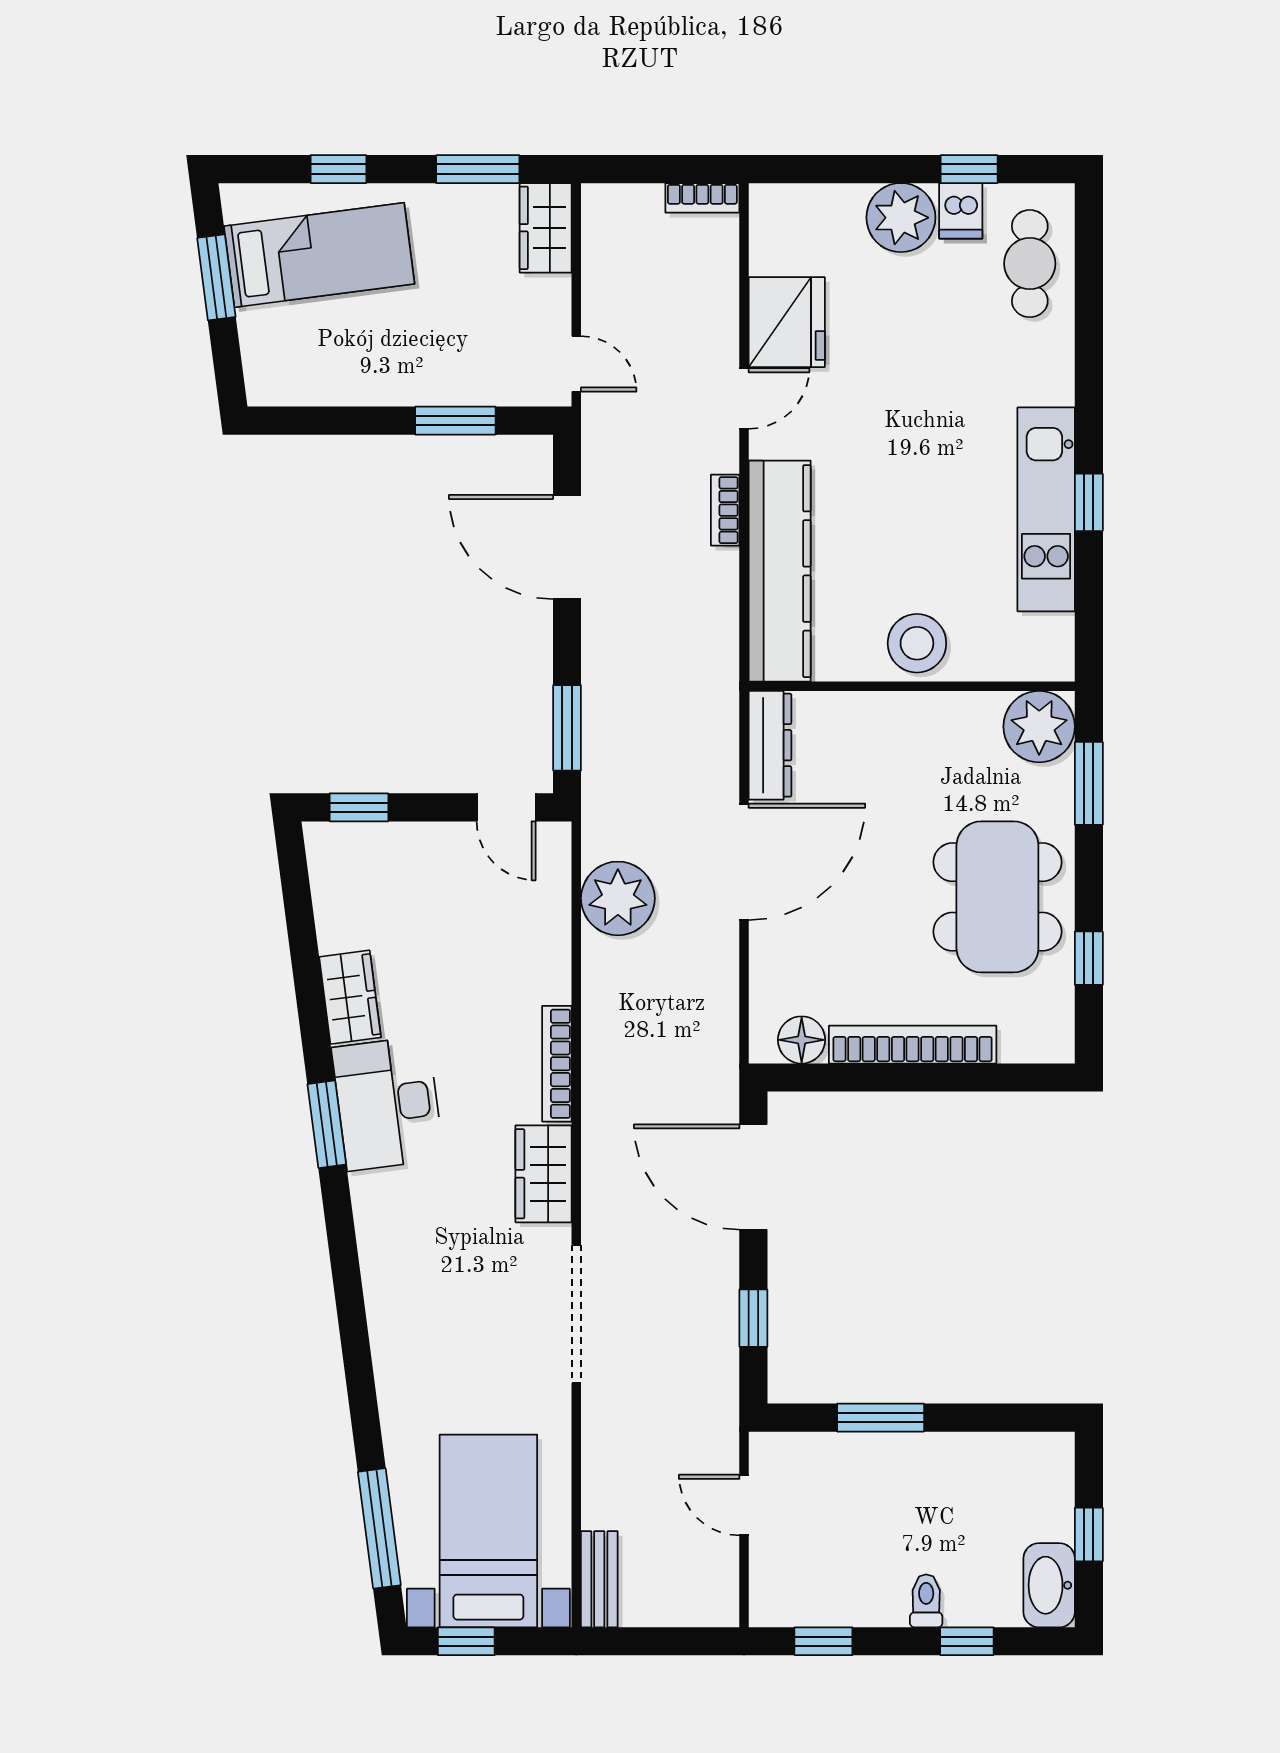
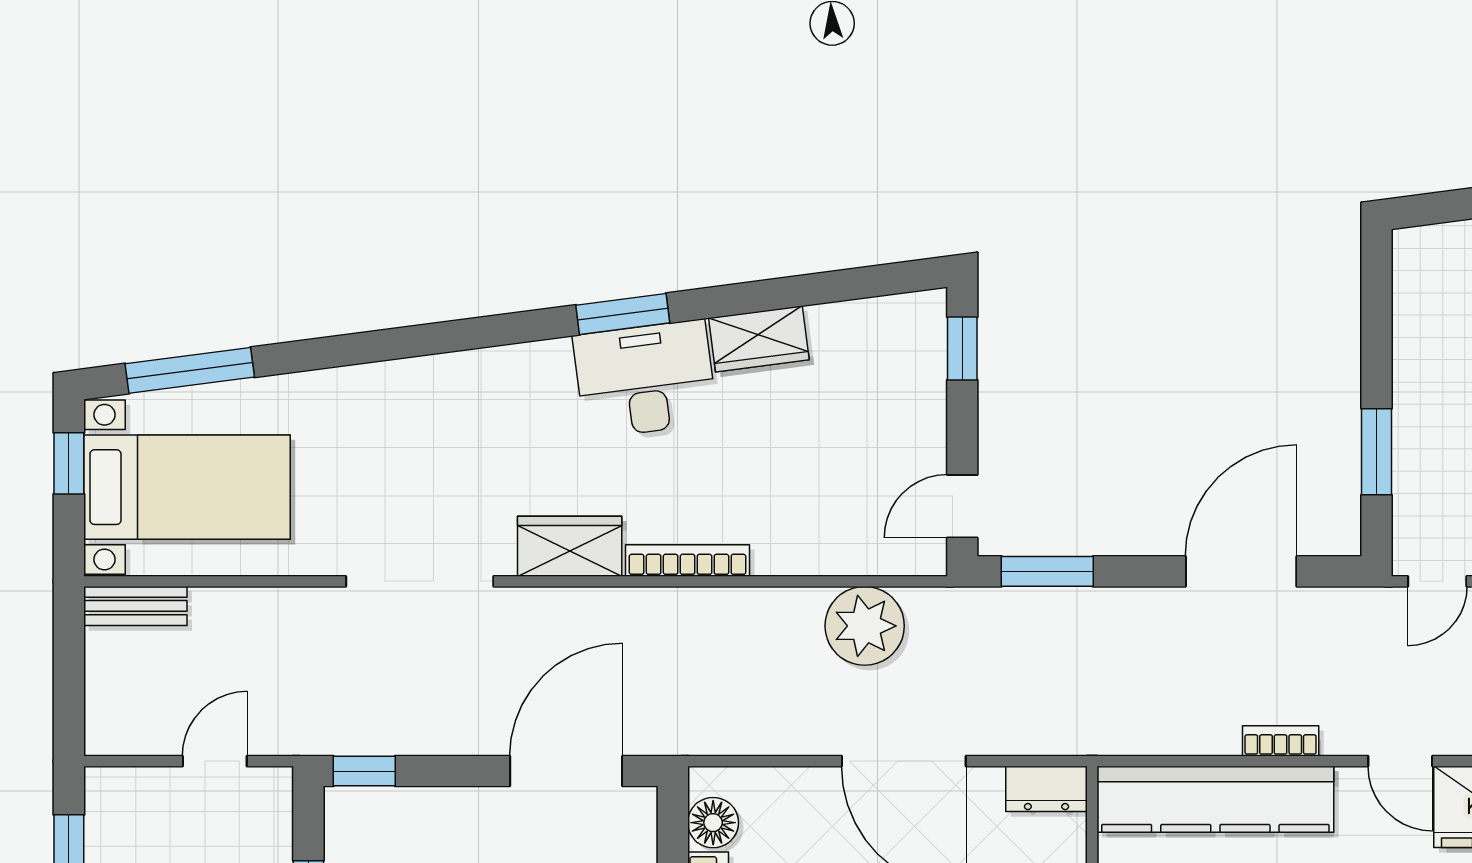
dresser: (770, 745) -> (1047, 789), width x0.70
window: (753, 1318) -> (364, 771), moved

